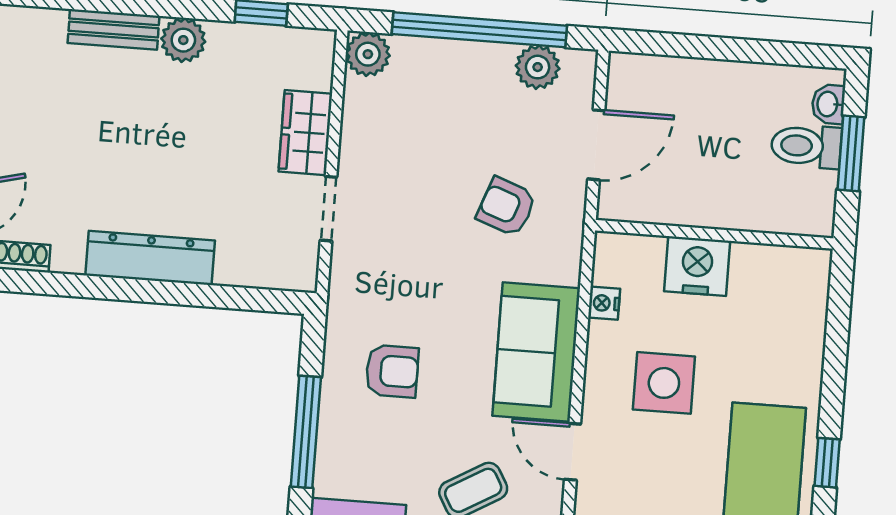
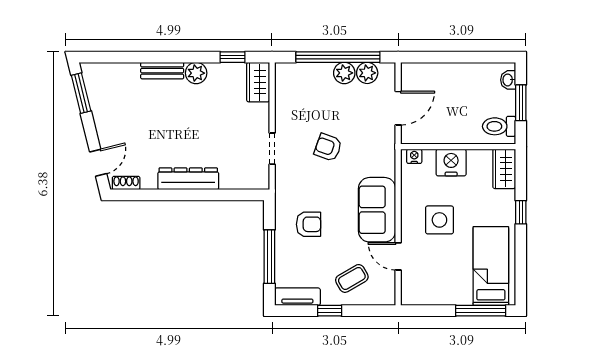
plant: (368, 54) -> (344, 73), moved
wardrobe: (305, 133) -> (258, 82), moved
toilet: (806, 146) -> (499, 126), moved
armchair: (506, 207) -> (328, 147), moved
wardrobe: (806, 288) -> (504, 169), added
nightstand: (604, 303) -> (414, 156), moved, turned 90
window: (827, 463) -> (521, 212), moved

